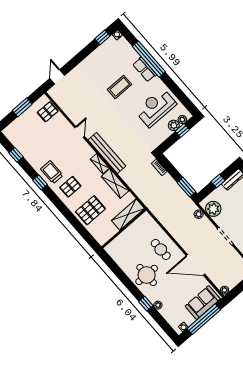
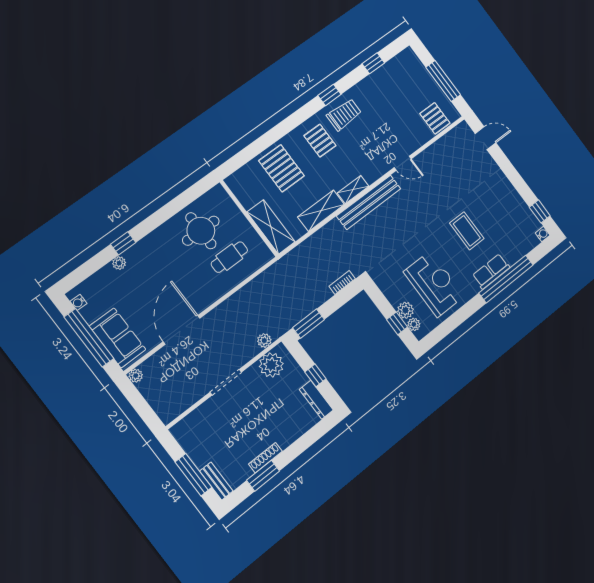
window: (22, 107) -> (443, 81), width x1.44
cafe table: (161, 249) -> (229, 257), moved
round table: (147, 275) -> (201, 231), moved

